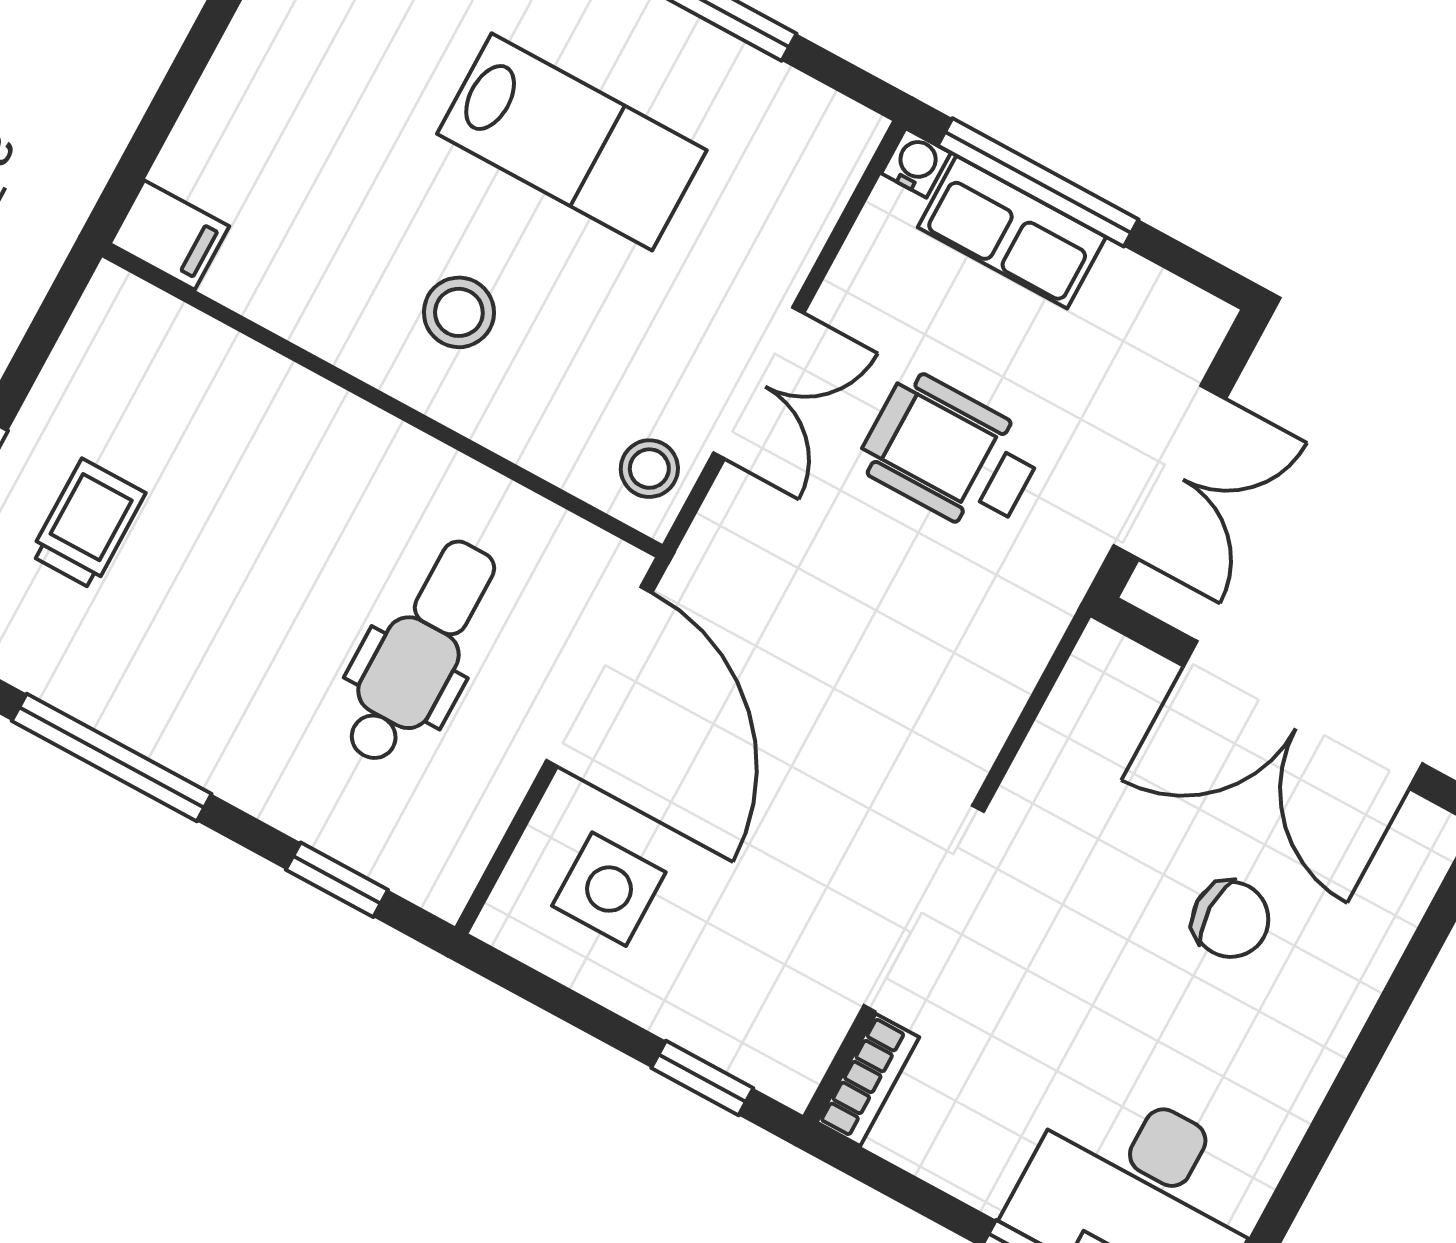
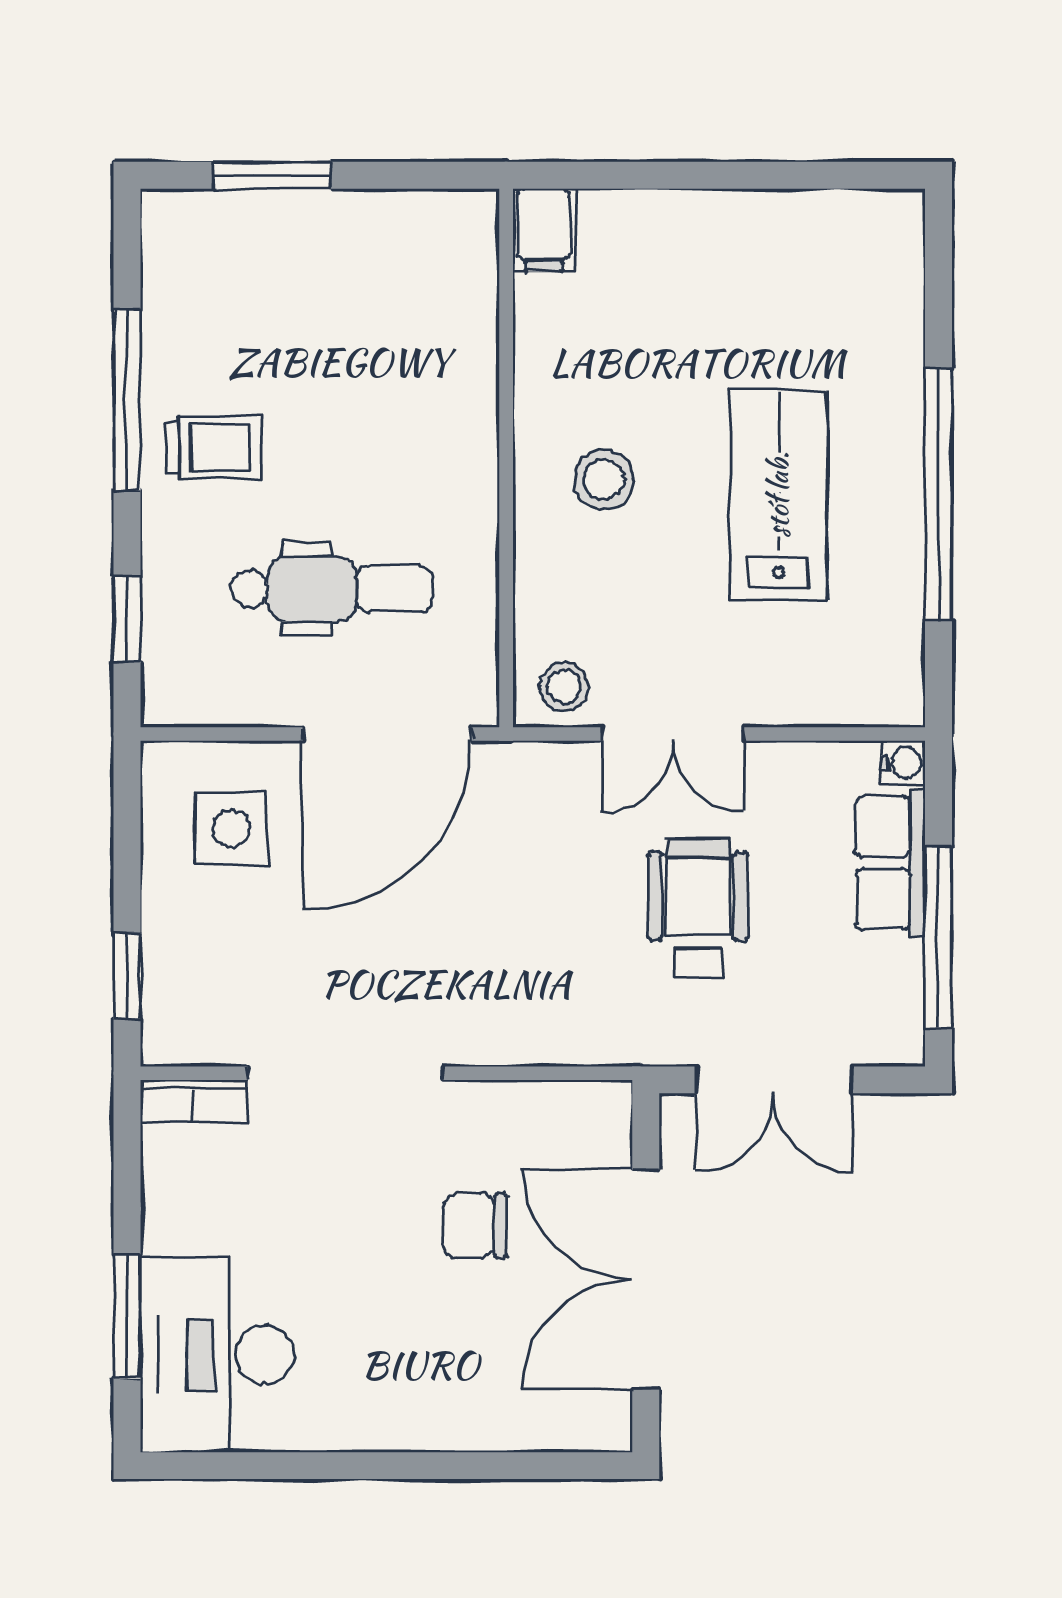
lab bench: (572, 142) -> (778, 495), turned 180
window: (1038, 182) -> (938, 937), moved
trolley: (88, 524) -> (213, 447), moved
chair: (1231, 919) -> (475, 1226), moved, turned 90

